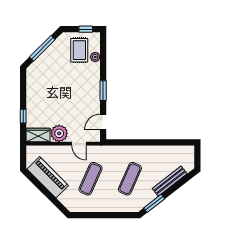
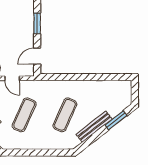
bench: (170, 181) -> (94, 127), moved
window: (154, 203) -> (116, 120), moved

